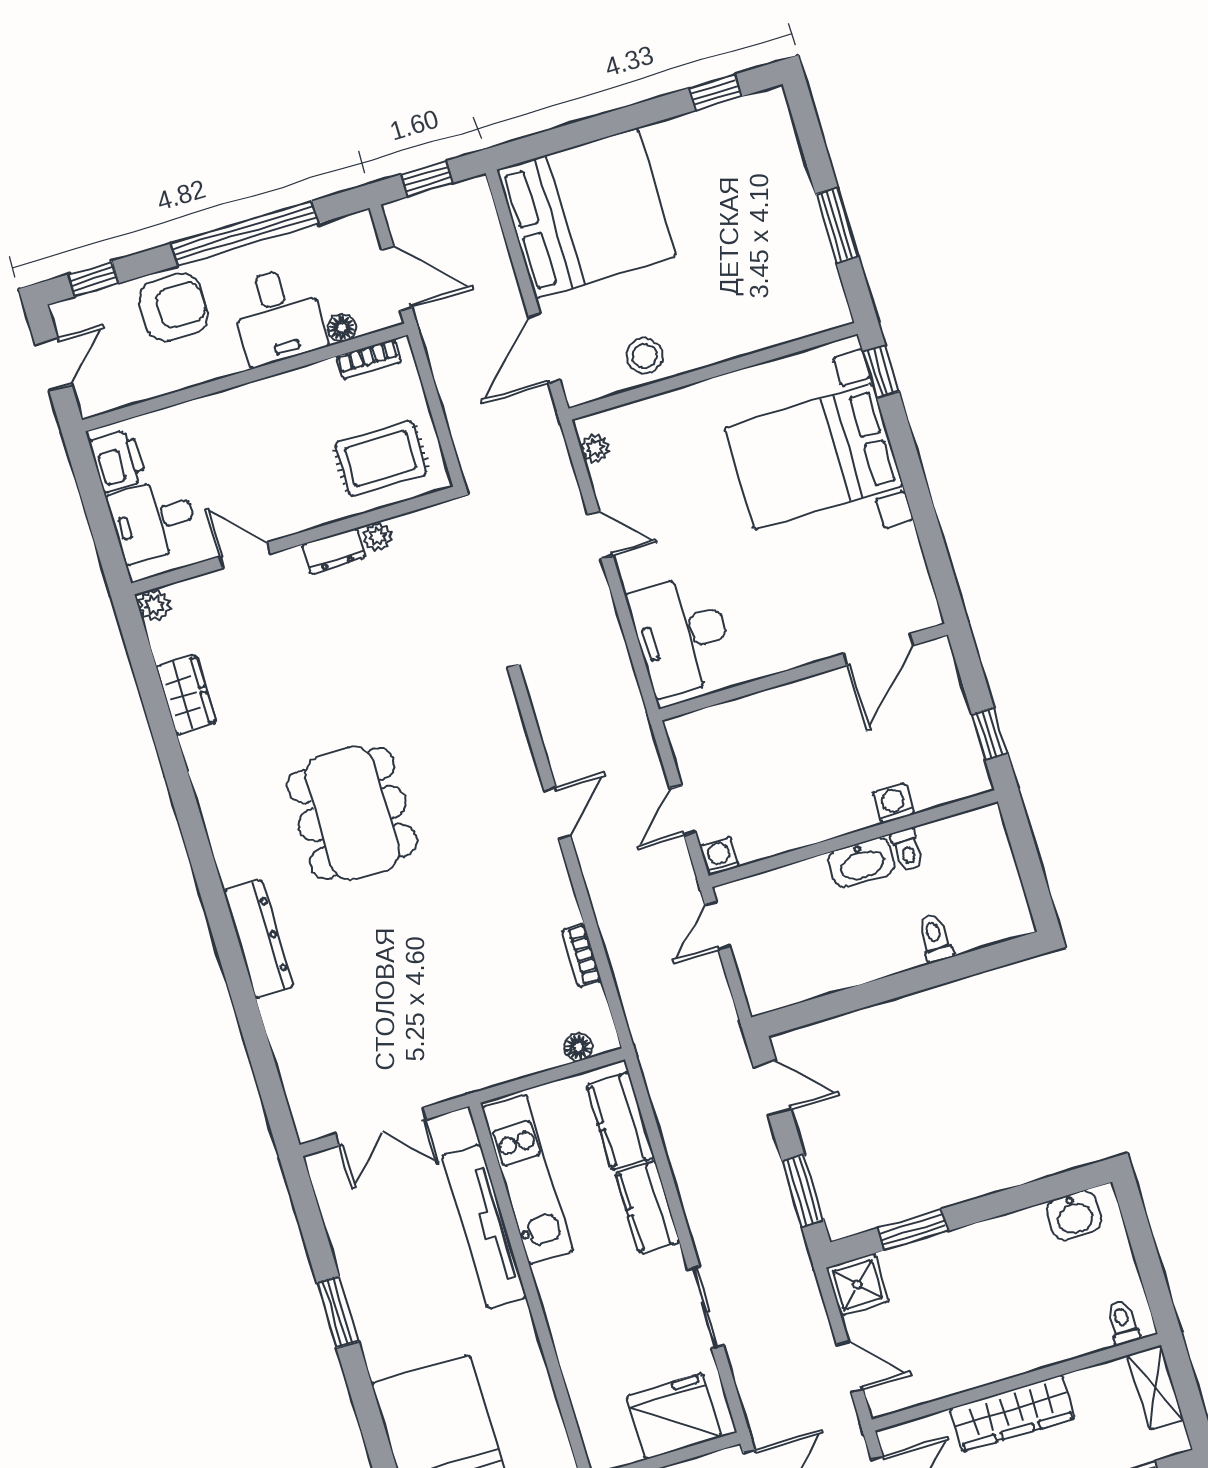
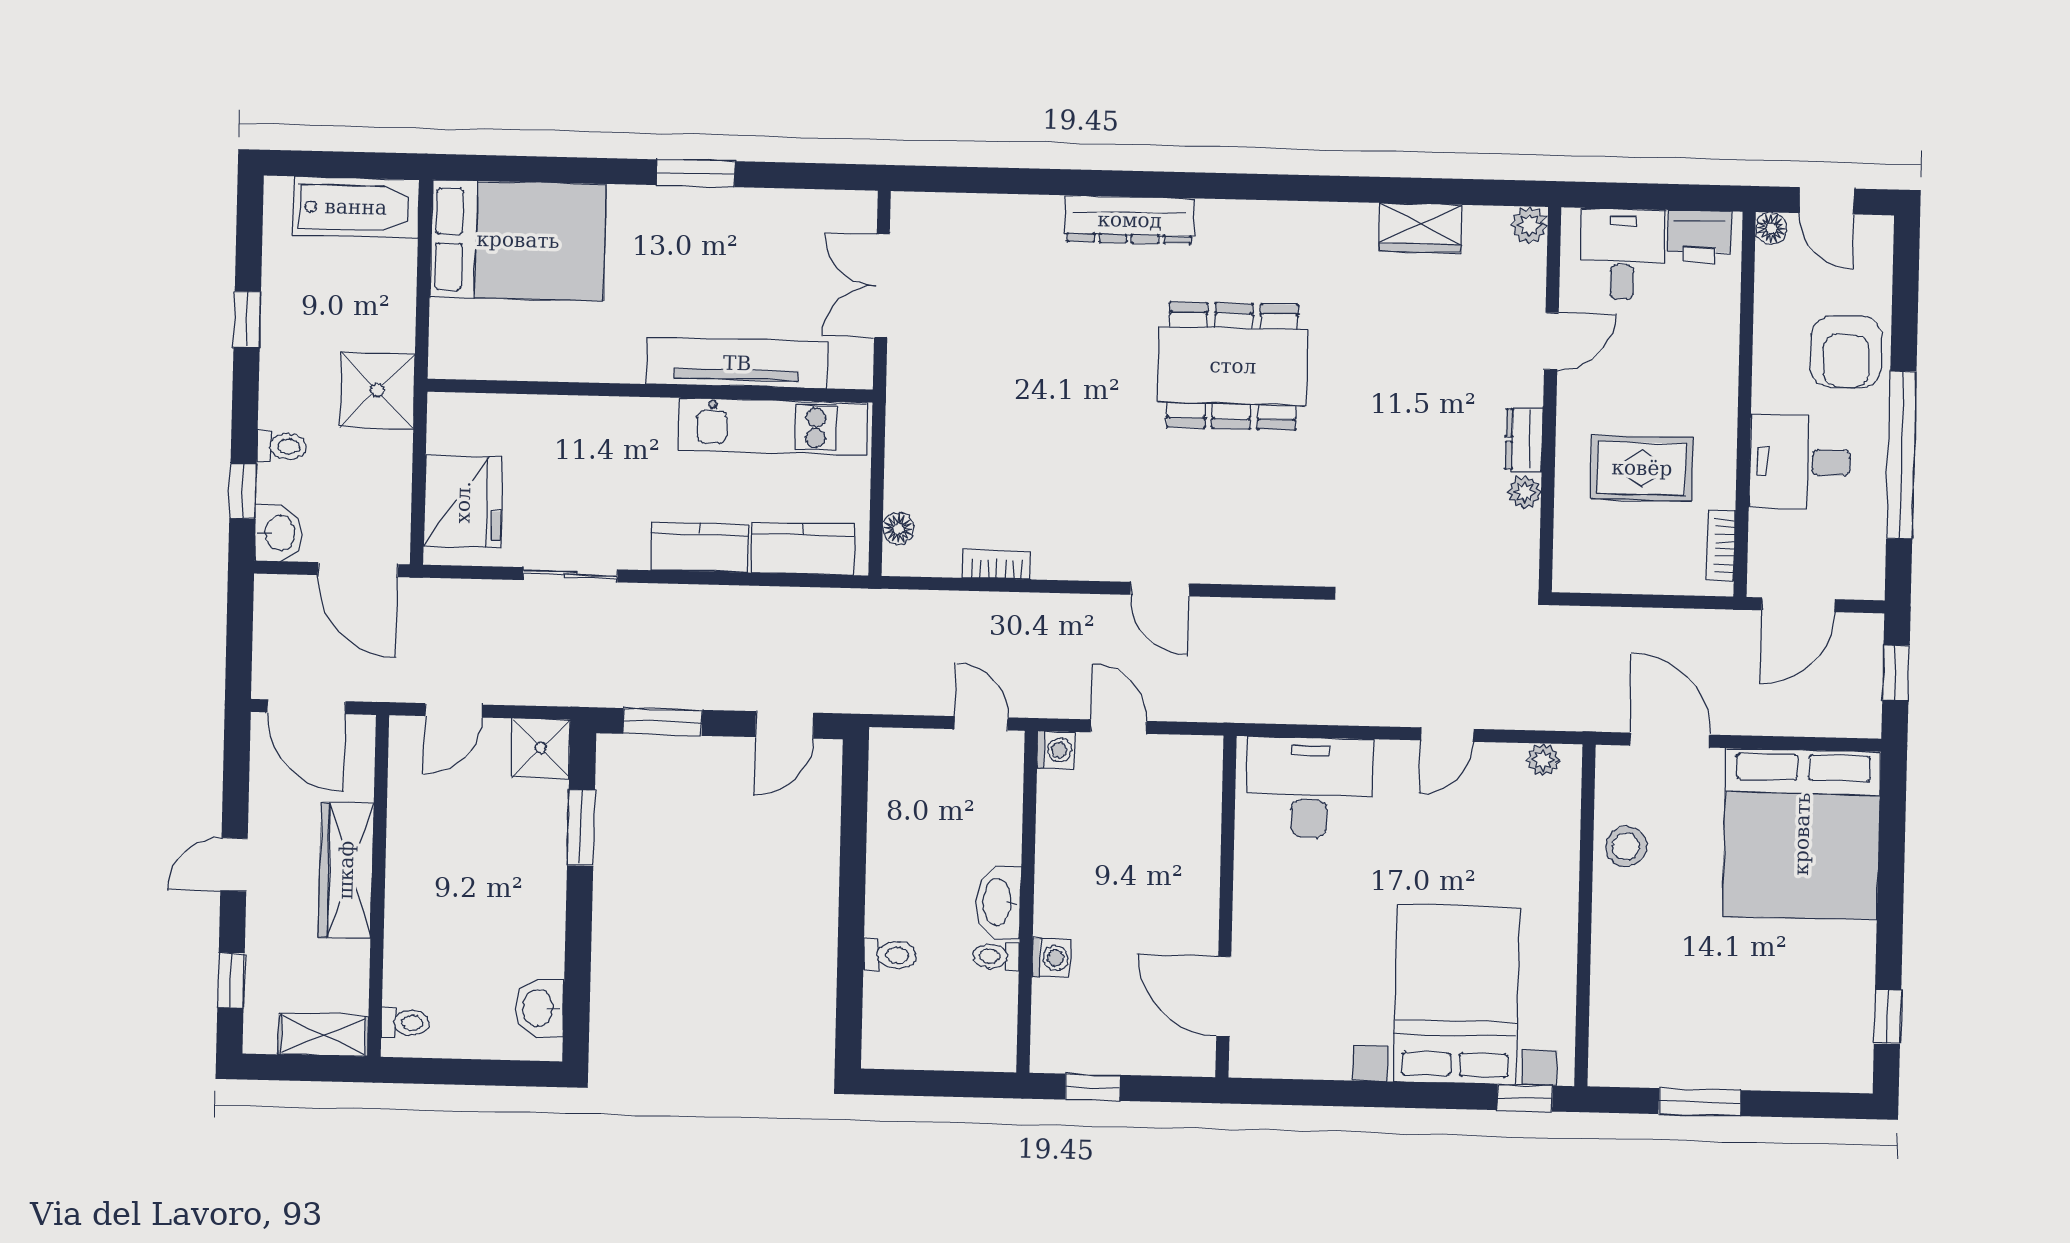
window: (94, 279) -> (1906, 275), removed
floor lamp: (342, 328) -> (1771, 228), moved
rug: (381, 458) -> (1642, 468), moved, turned 90

